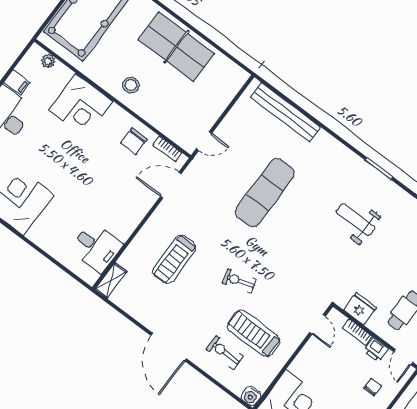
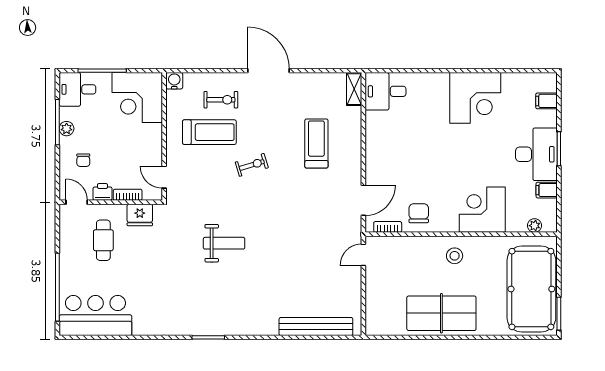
exercise mat: (265, 193) -> (284, 250), removed
weight bench: (356, 220) -> (224, 243), moved
desk: (96, 247) -> (386, 91), moved

